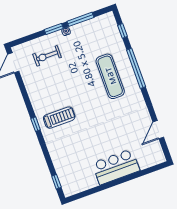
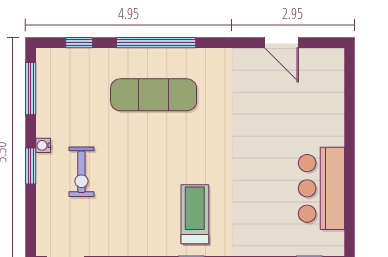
window: (80, 19) -> (31, 89), moved
exercise bike: (47, 56) -> (81, 172), moved
bar counter: (116, 167) -> (321, 188), moved

